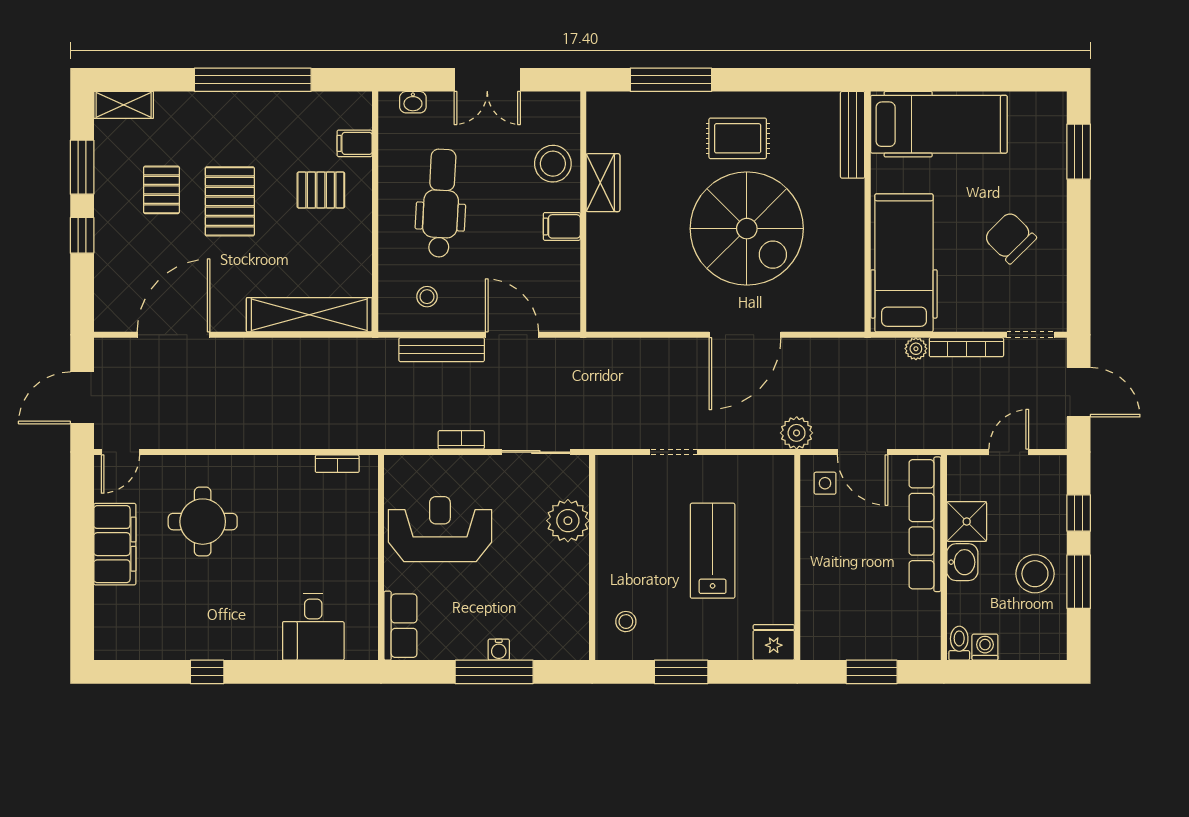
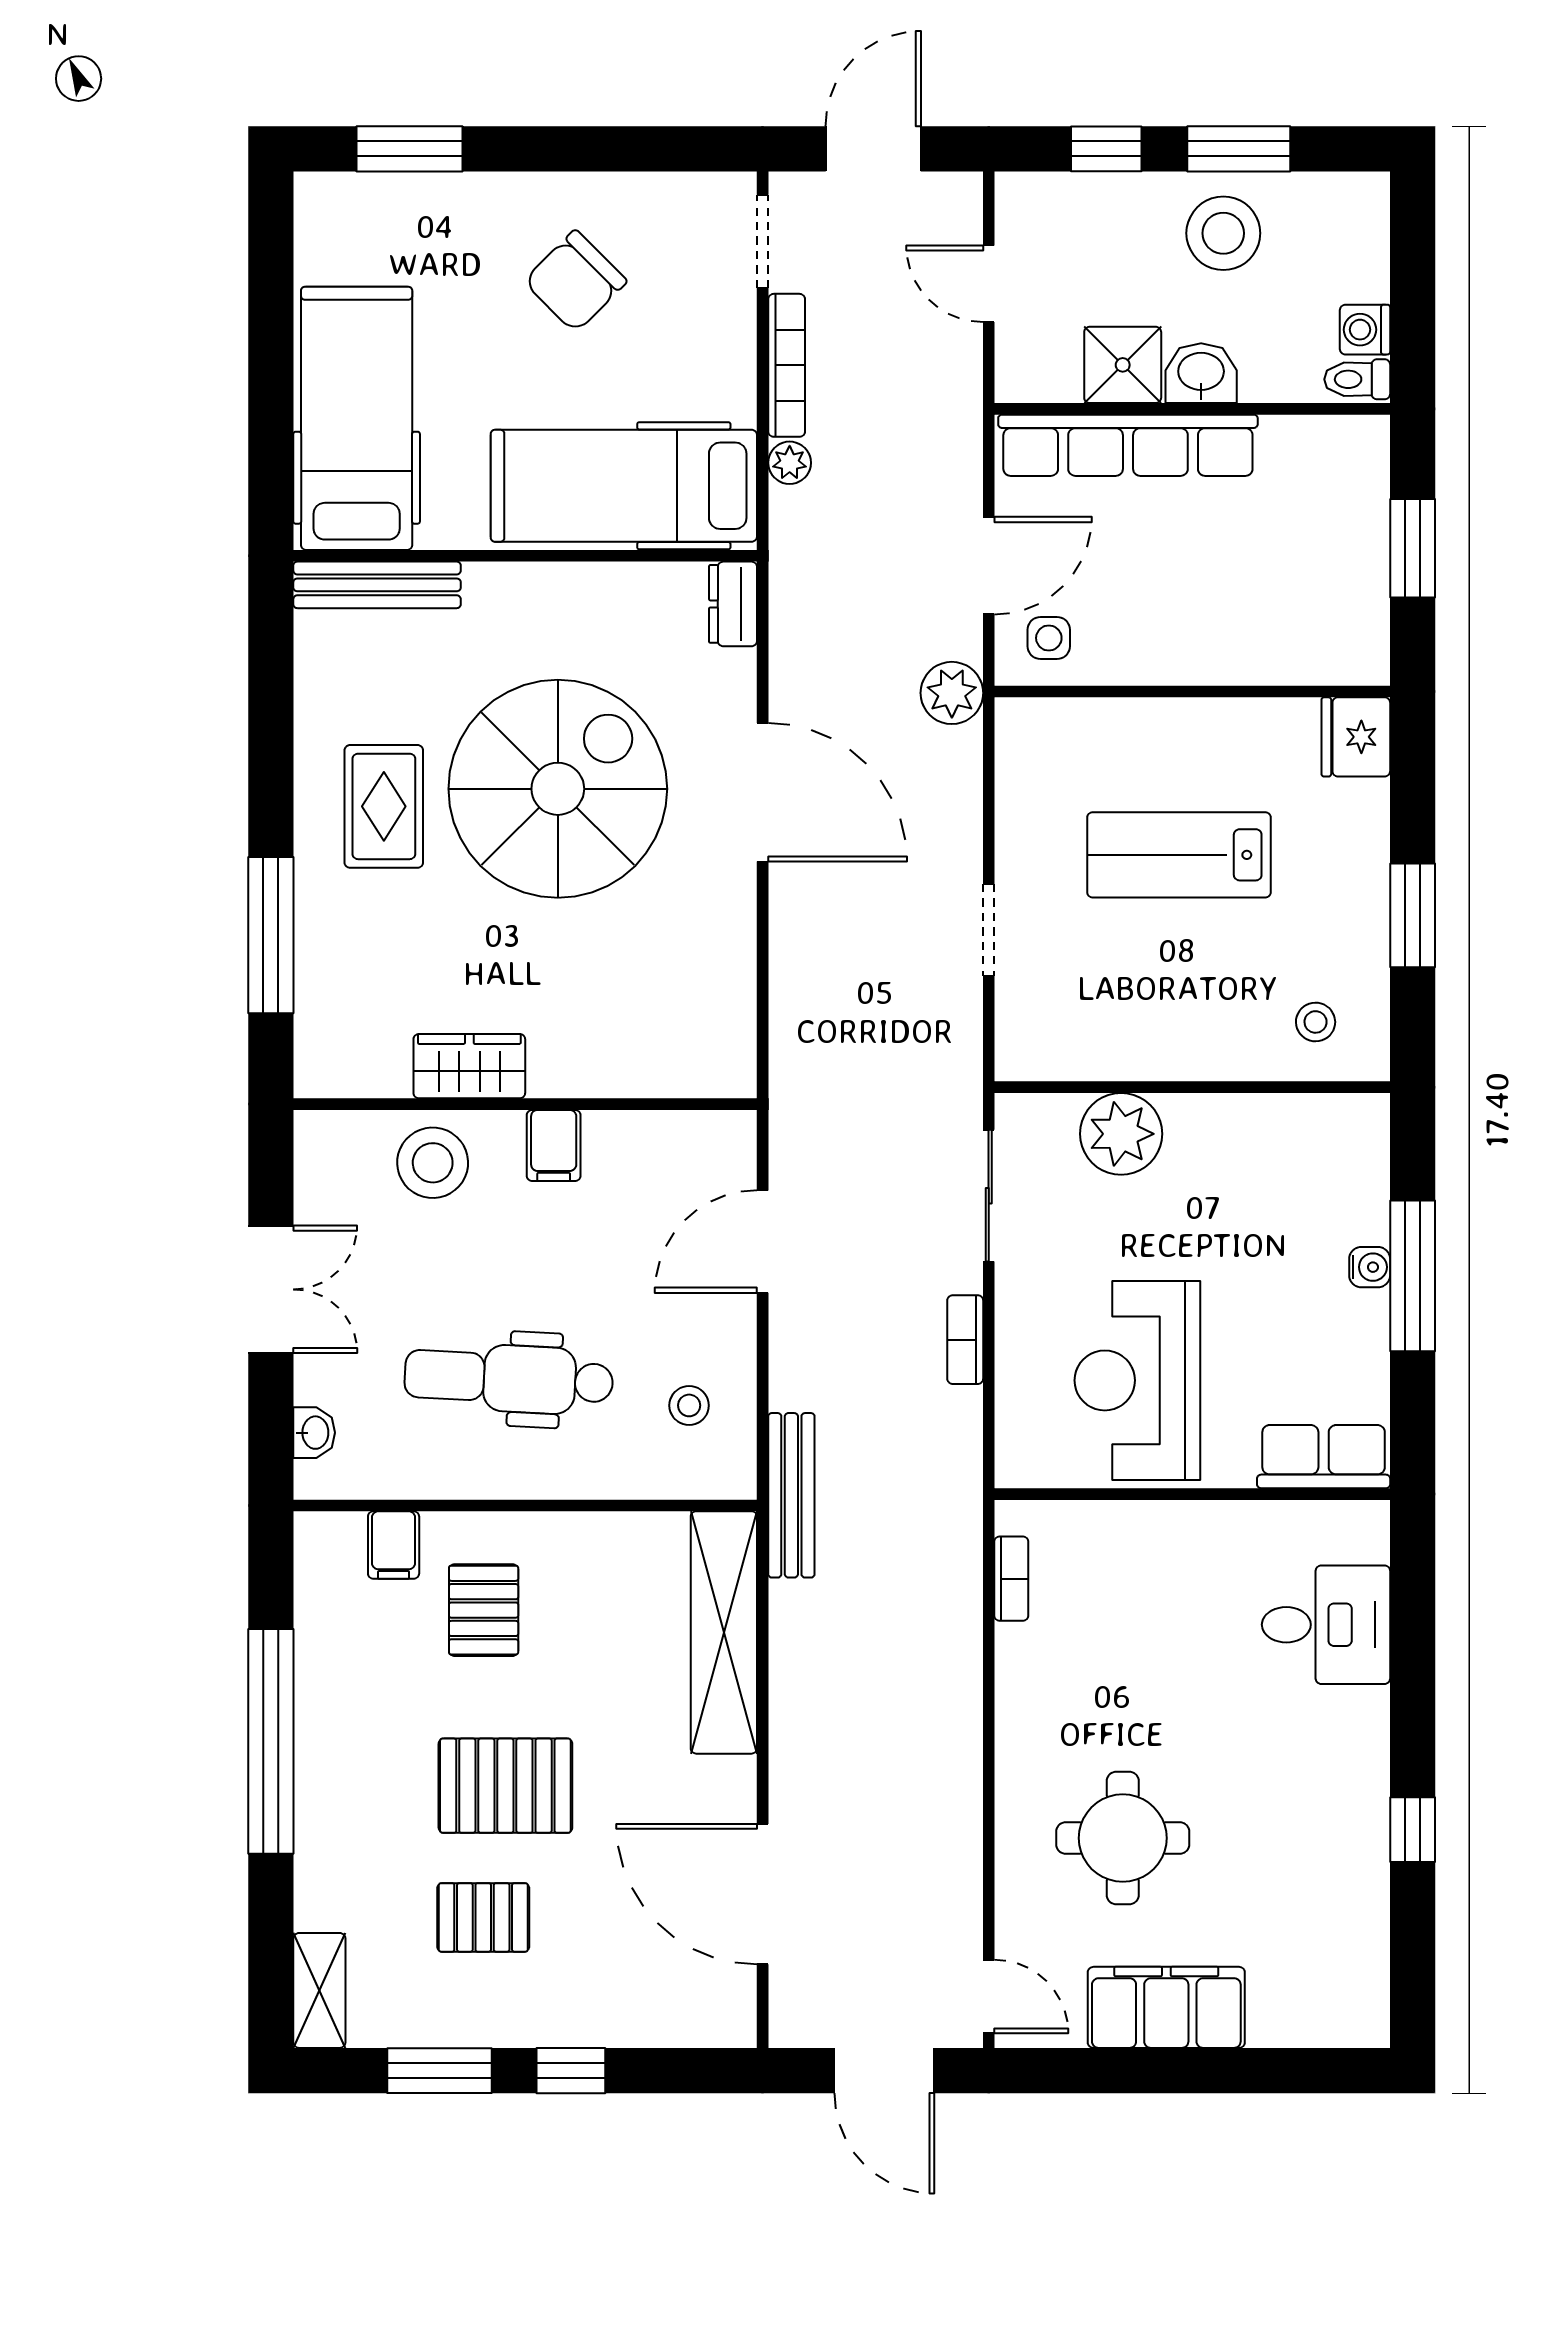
dresser: (843, 319) -> (733, 604), added
bench: (442, 350) -> (791, 1495), moved

